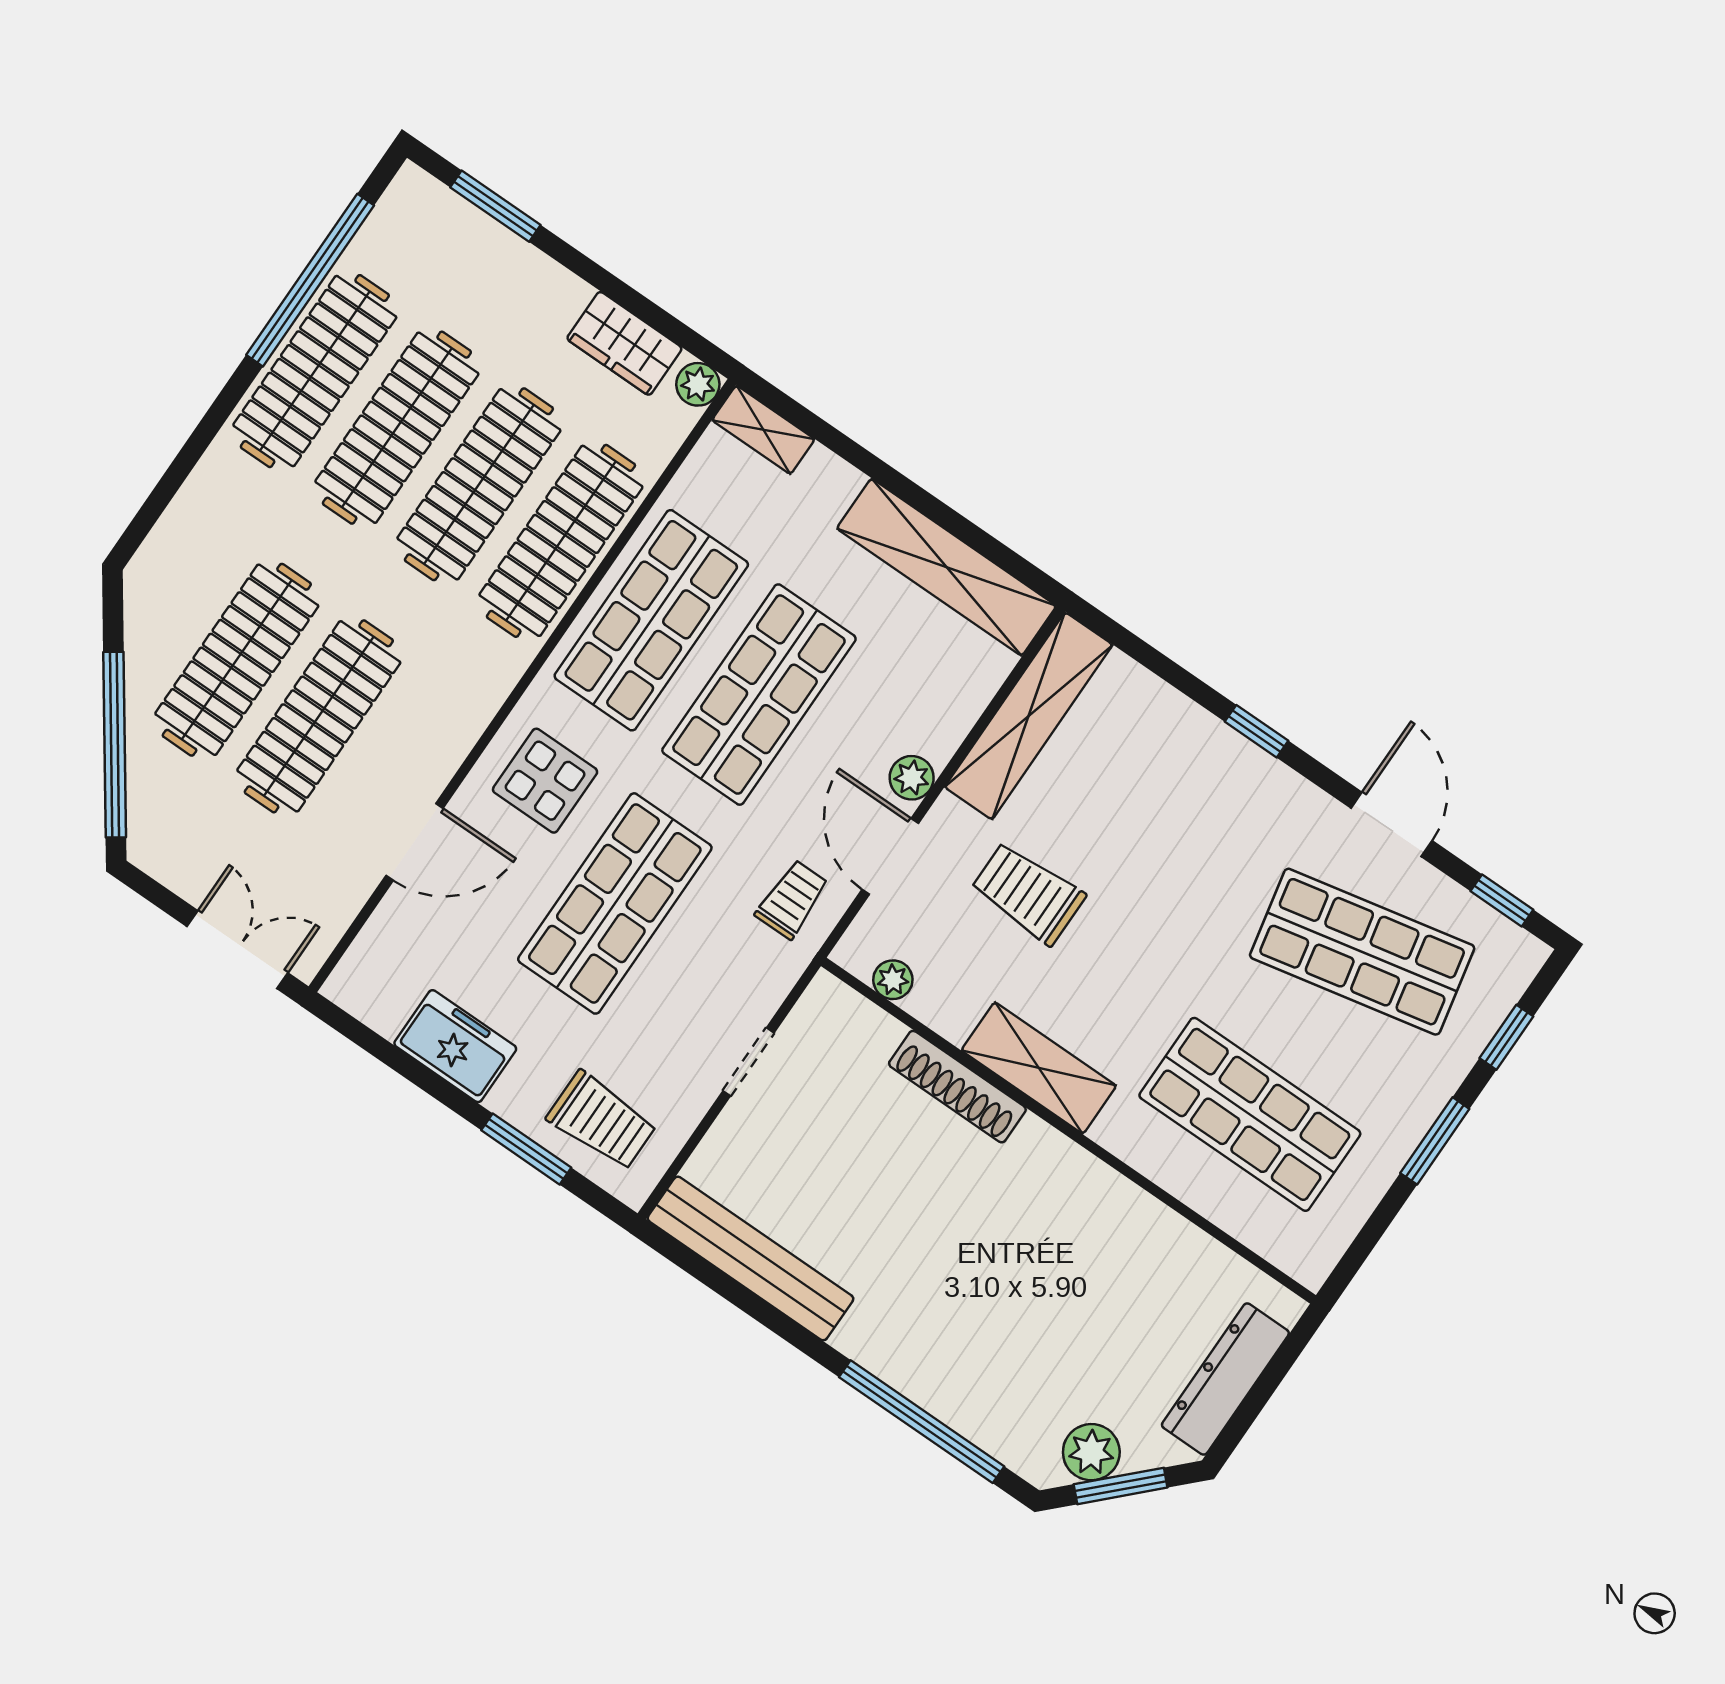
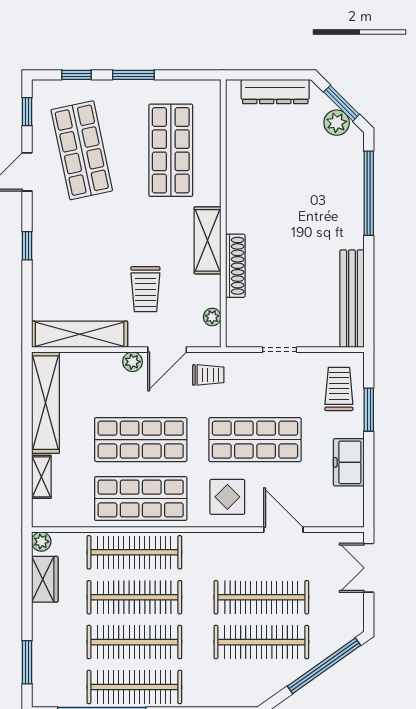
shelving: (763, 430) -> (41, 477), moved
trolley: (792, 899) -> (208, 375), turned 180

